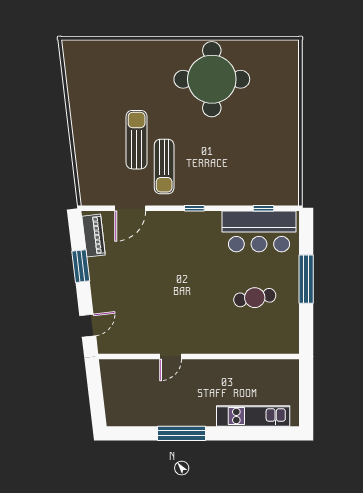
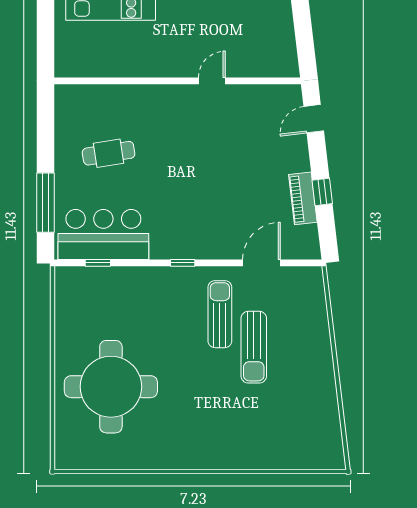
round table: (212, 79) -> (111, 387), moved
piano: (94, 236) -> (303, 198), moved
window: (81, 266) -> (322, 192), width x0.67
window: (306, 279) -> (45, 203), moved

